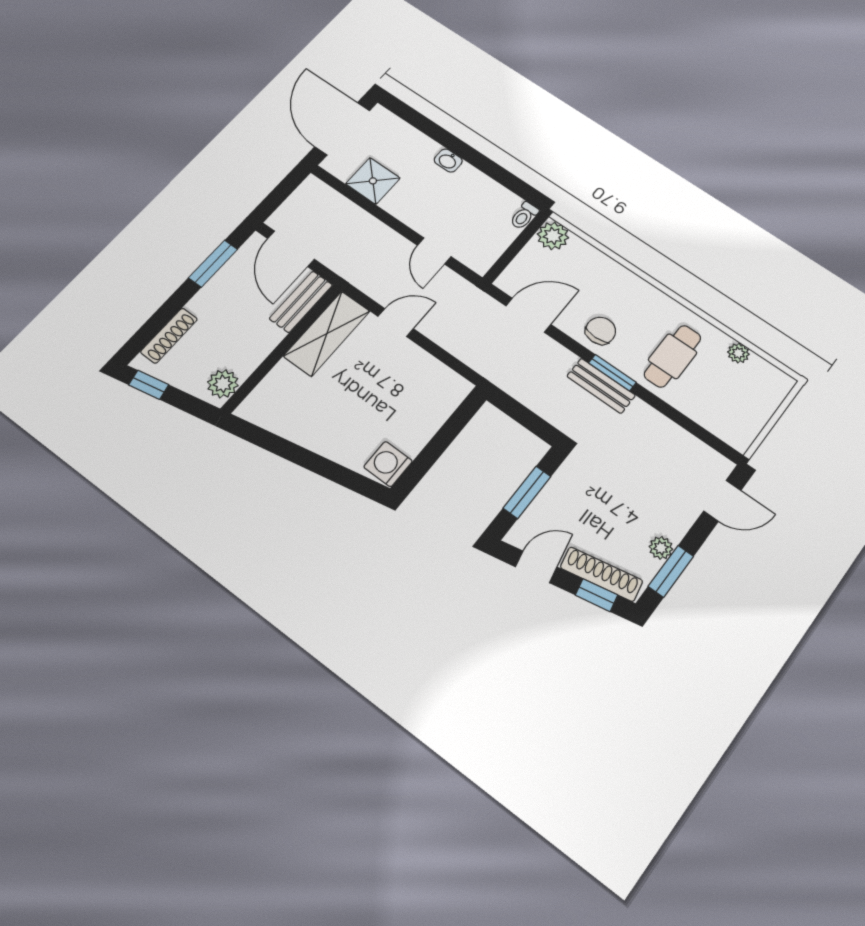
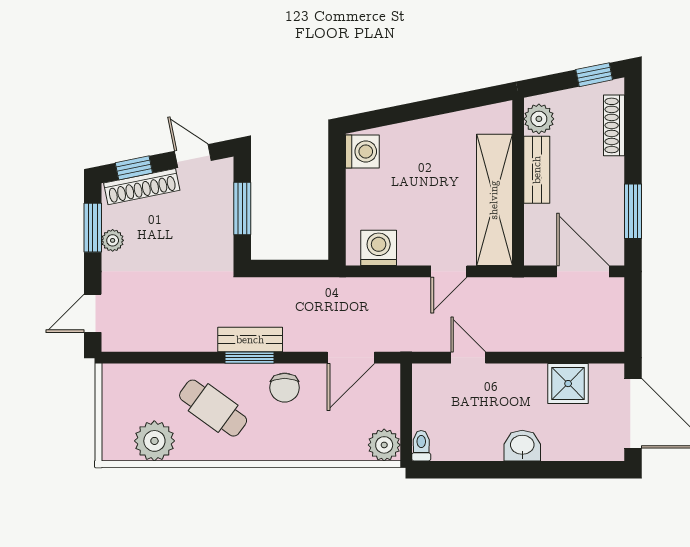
washbasin: (448, 161) -> (522, 446), width x1.38, depth x1.45
bench: (301, 302) -> (537, 170), moved
shelving: (327, 334) -> (494, 200), width x1.47
plant: (738, 353) -> (154, 441), width x1.88, depth x1.88
cafe table: (673, 356) -> (213, 408), turned -54
washing machine: (437, 380) -> (379, 248), added
door: (536, 567) -> (193, 156), swing flipped

